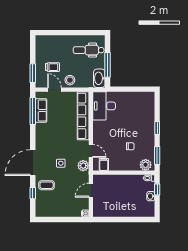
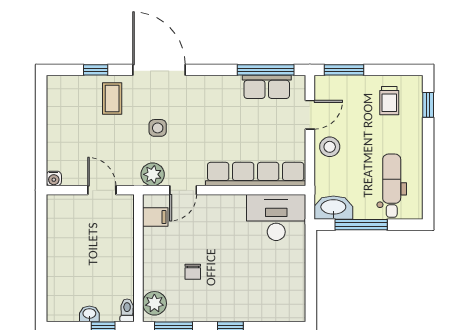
window: (50, 33) -> (428, 105), added
trolley: (52, 67) -> (389, 101), moved

